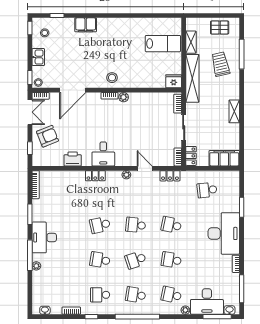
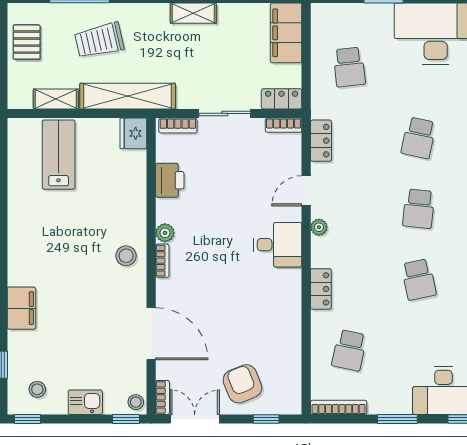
desk: (103, 154) -> (278, 245), moved
printer: (73, 159) -> (170, 180), moved, turned 180
school desk: (64, 190) -> (349, 350), added

